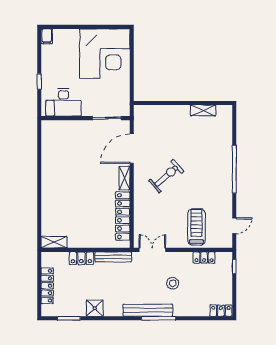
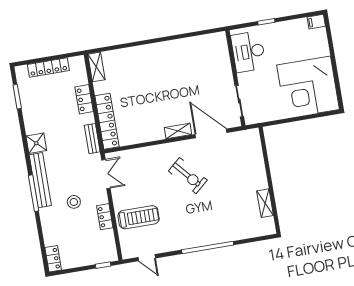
locker: (123, 216) -> (107, 121), moved, turned 90
bench: (113, 257) -> (92, 139), width x0.73
locker: (204, 258) -> (105, 217), moved
shower: (95, 308) -> (36, 143), moved

